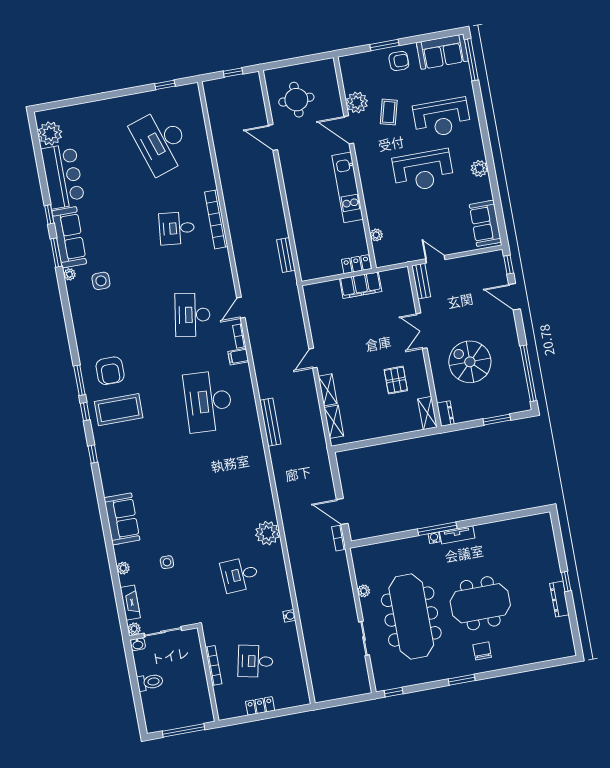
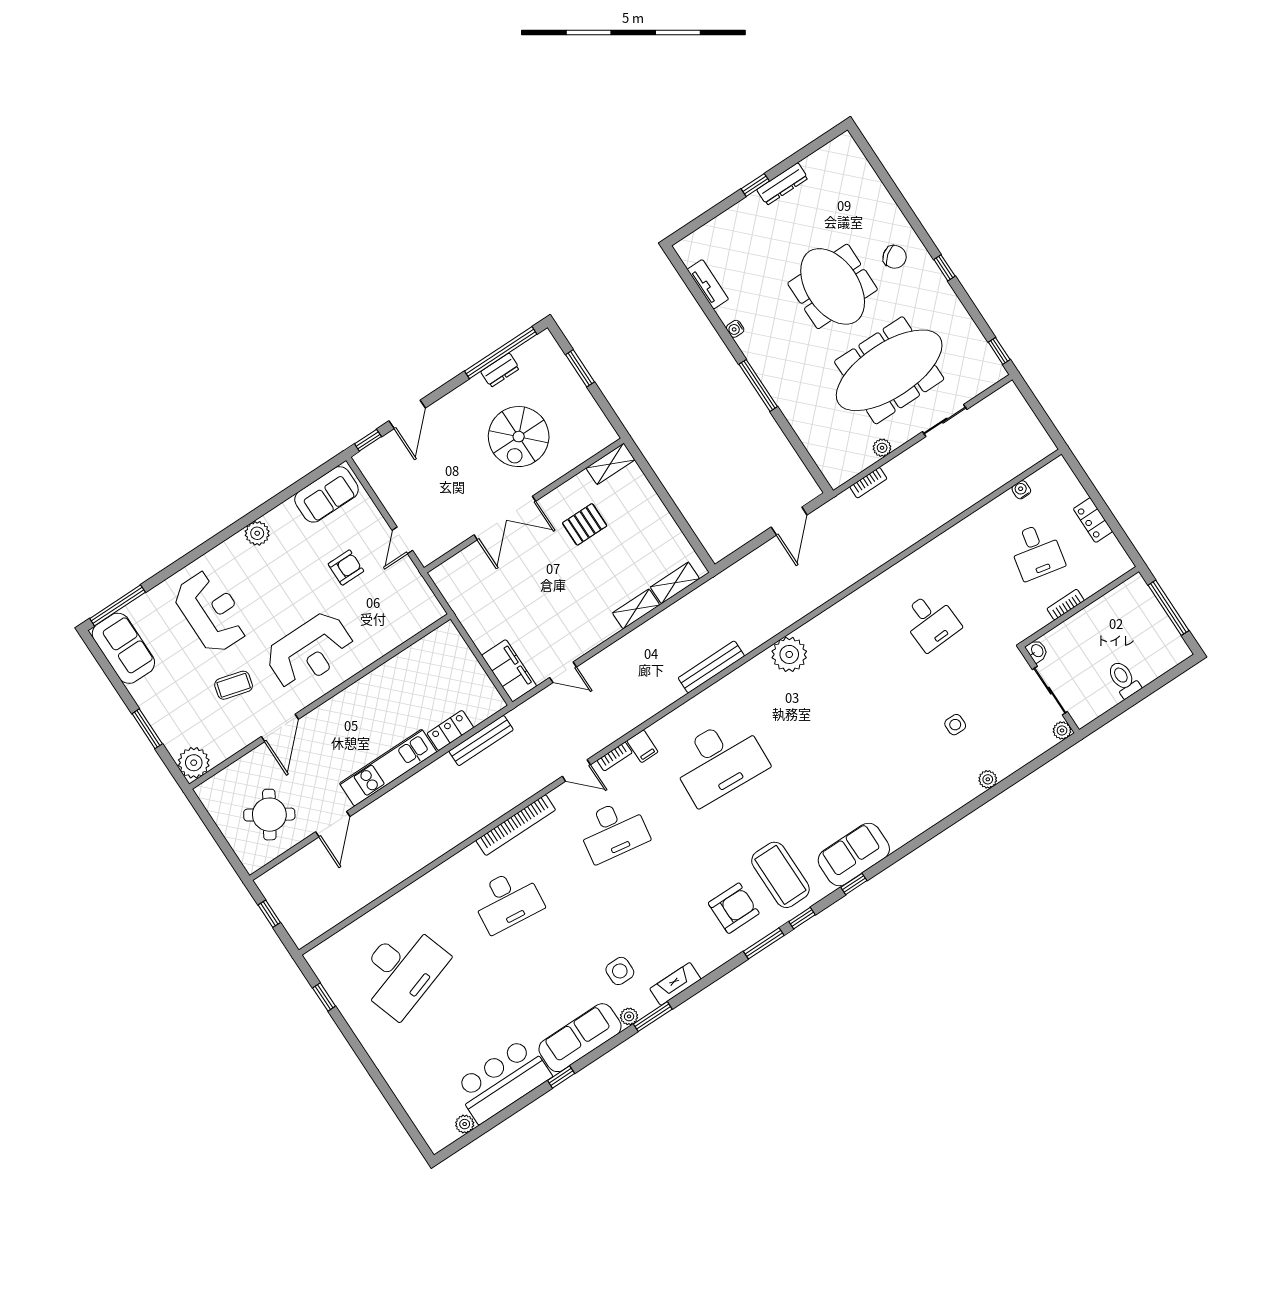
armchair: (399, 61) -> (346, 568), moved, turned 90
round table: (296, 100) -> (269, 815), turned 32
plant: (357, 102) -> (194, 763), moved
plant: (50, 133) -> (465, 1124), width x0.53, depth x0.53
reception desk: (423, 171) -> (310, 651), moved, turned 90
kitchen unit: (348, 187) -> (388, 768), moved, turned 180
bookcase: (216, 219) -> (516, 825), moved
desk: (177, 228) -> (507, 900), width x1.37
plant: (376, 235) -> (403, 632), removed
window: (56, 253) -> (653, 1017), moved
bench: (286, 255) -> (481, 741), width x1.36
locker: (356, 264) -> (450, 730), moved, turned 90
bench: (421, 281) -> (439, 547), removed
filing cabinet: (361, 285) -> (509, 671), moved
double door: (422, 331) -> (505, 518), width x1.37
door: (313, 358) -> (563, 672), moved
dresser: (445, 414) -> (500, 370), moved, turned 180
sofa: (122, 519) -> (854, 855), moved
plant: (268, 533) -> (789, 654), moved
tv unit: (457, 535) -> (708, 284), moved
bookcase: (339, 538) -> (868, 483), moved
water cooler: (434, 538) -> (735, 329), moved
fireplace: (130, 603) -> (675, 984), moved
water cooler: (289, 616) -> (1021, 490), moved
washbasin: (138, 644) -> (1037, 651), moved
chair: (482, 651) -> (895, 257), turned -127
bookcase: (214, 665) -> (1066, 605), width x0.64
window: (462, 680) -> (944, 268), width x0.67

